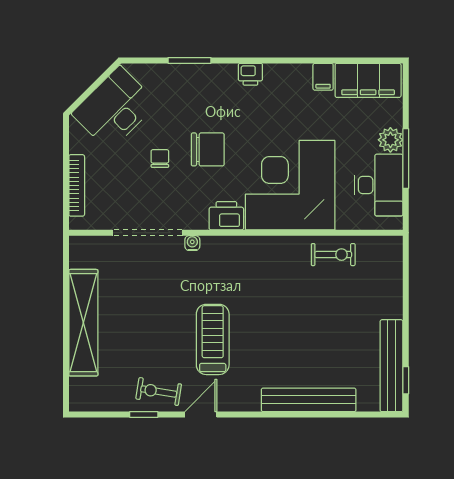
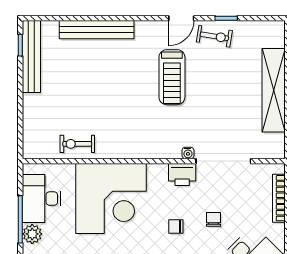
chair: (208, 149) -> (176, 226), width x0.54, depth x0.54
chair: (160, 158) -> (213, 219), turned 180
printer: (226, 216) -> (182, 174), moved

